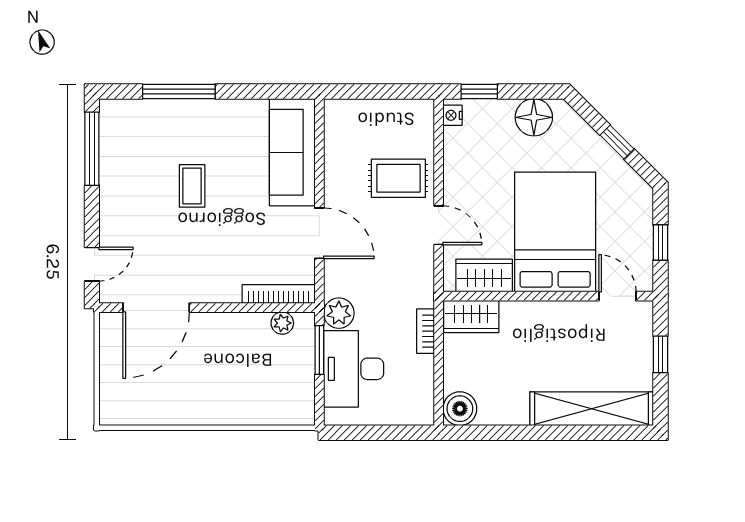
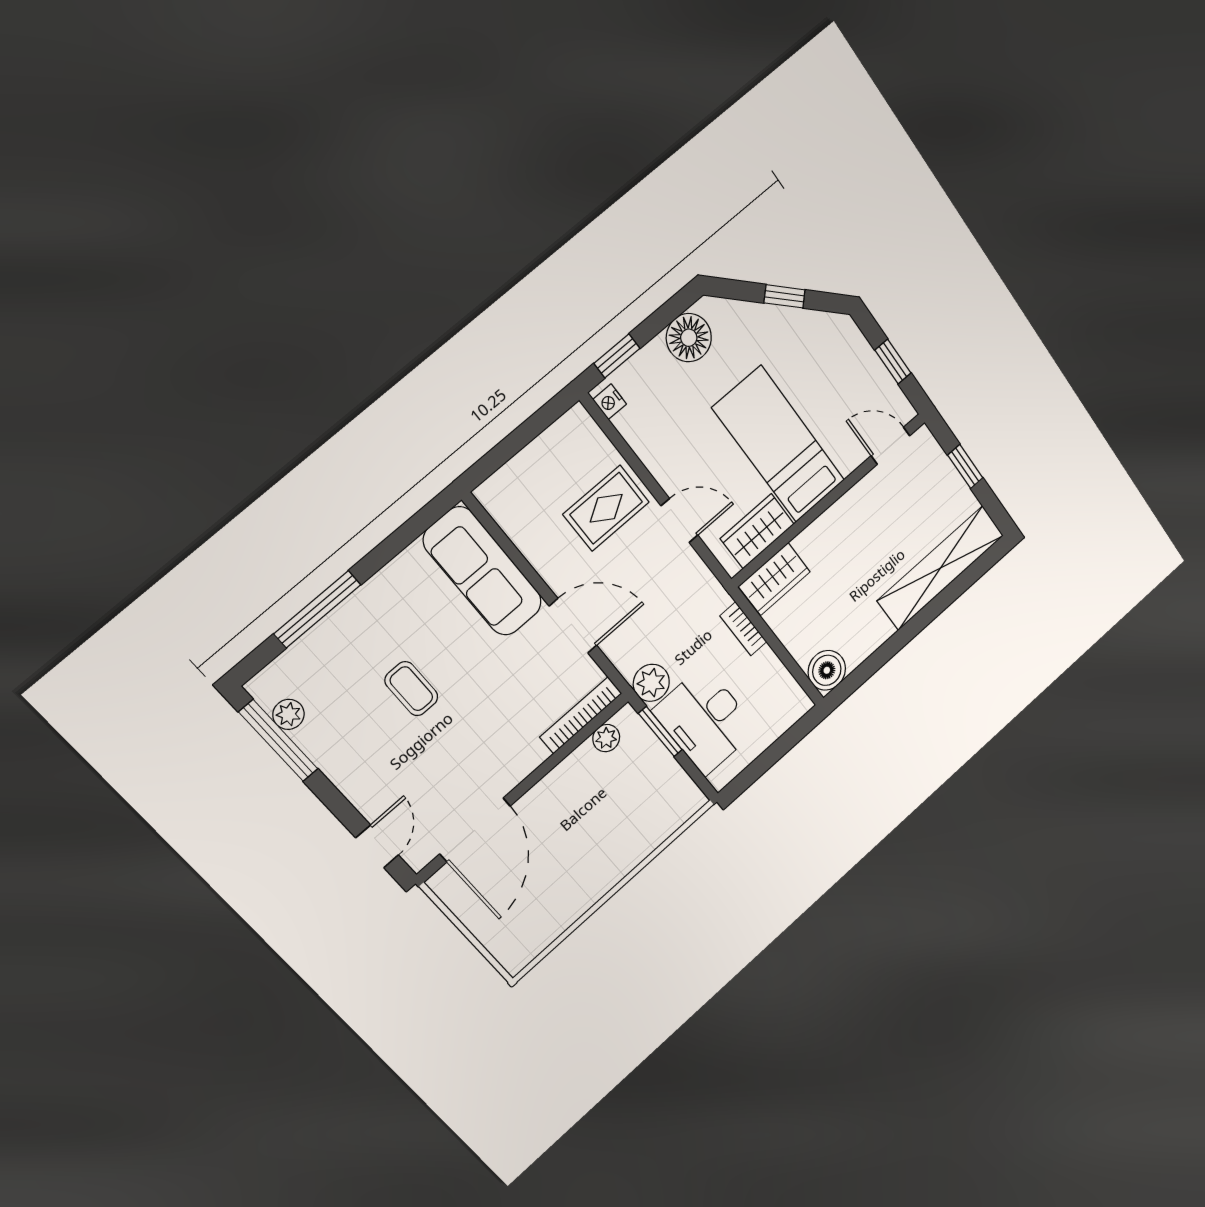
plant: (111, 138) -> (288, 714), added
bed: (555, 232) -> (779, 444), width x0.67

